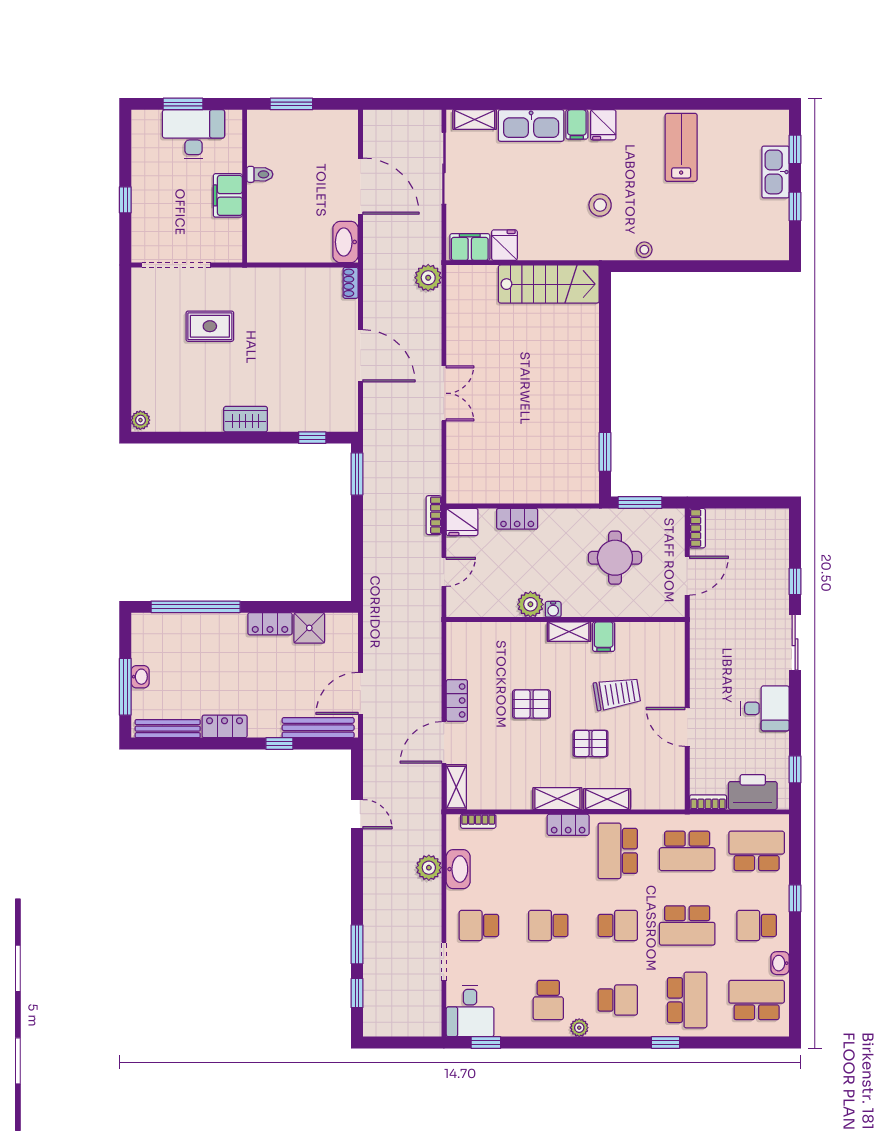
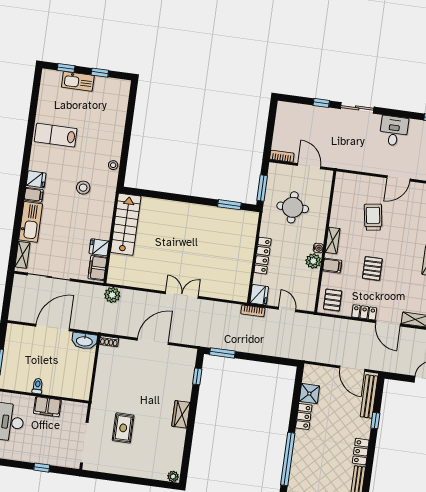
locker: (517, 519) -> (263, 256), width x1.53
filing cabinet: (604, 637) -> (332, 266), moved
pallet: (590, 743) -> (333, 300), moved

